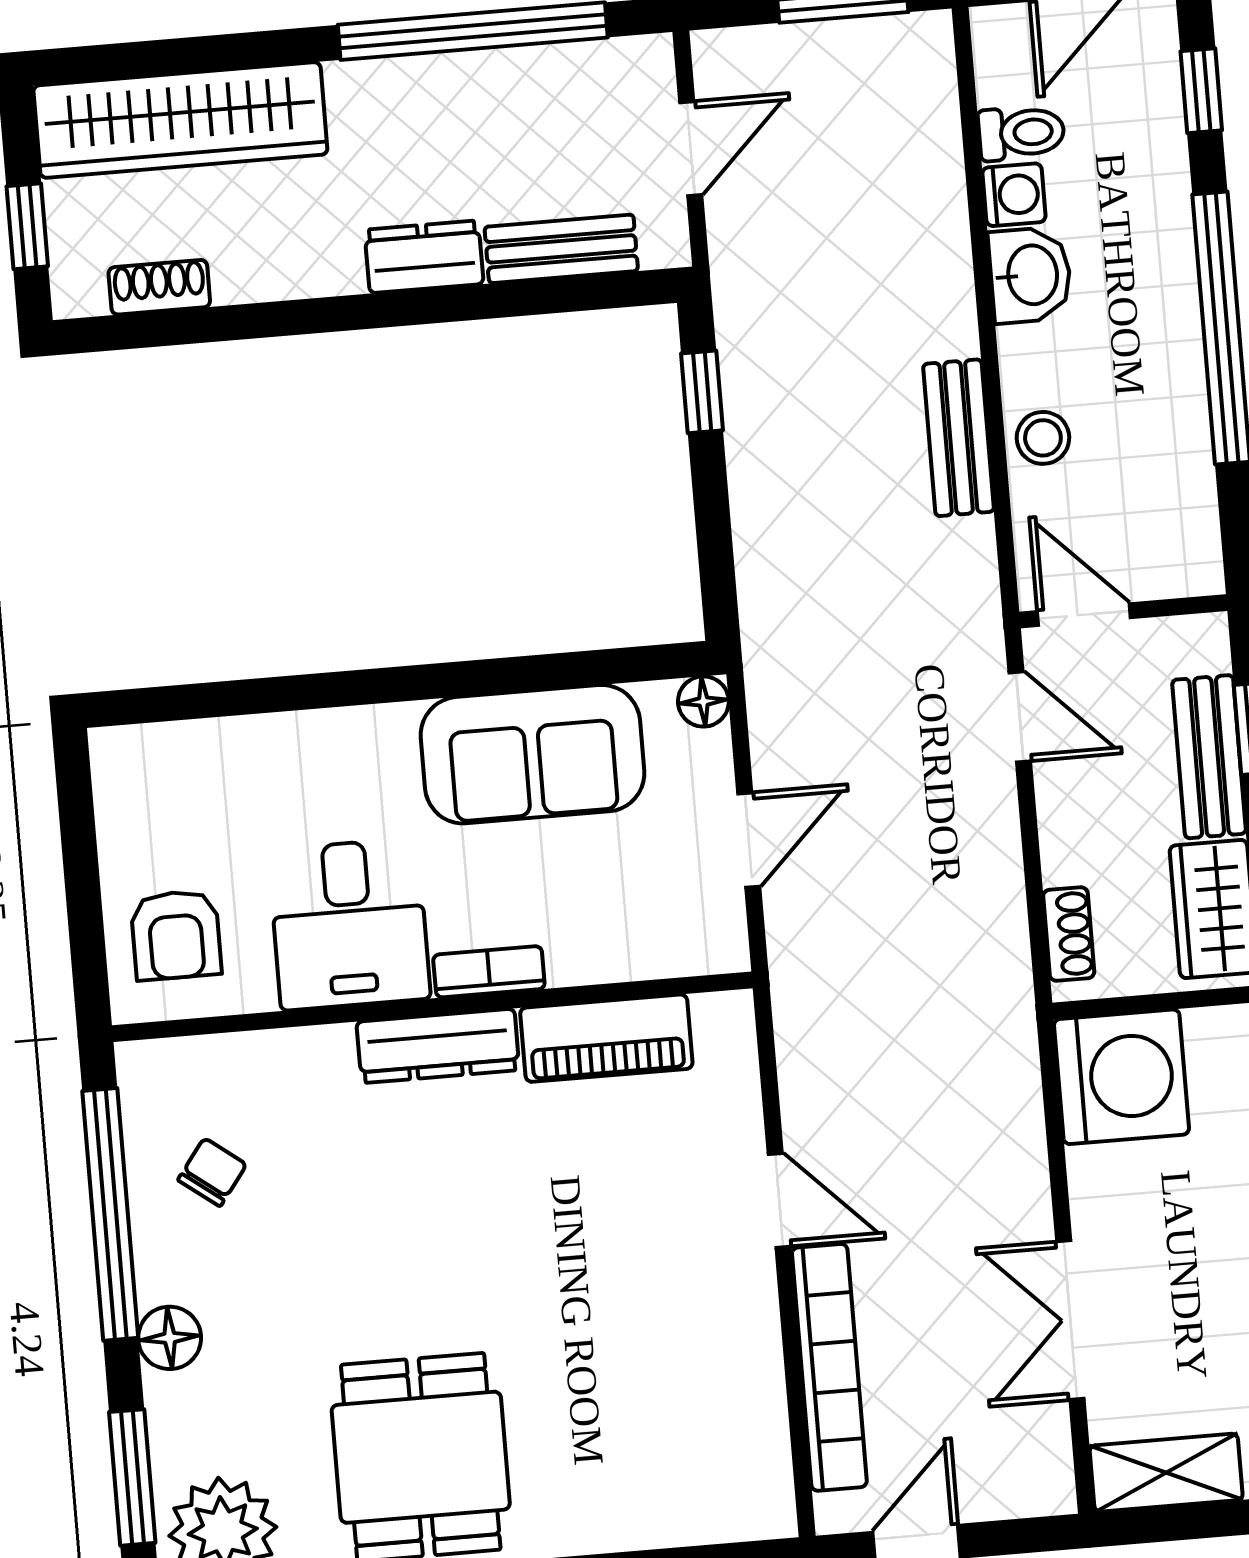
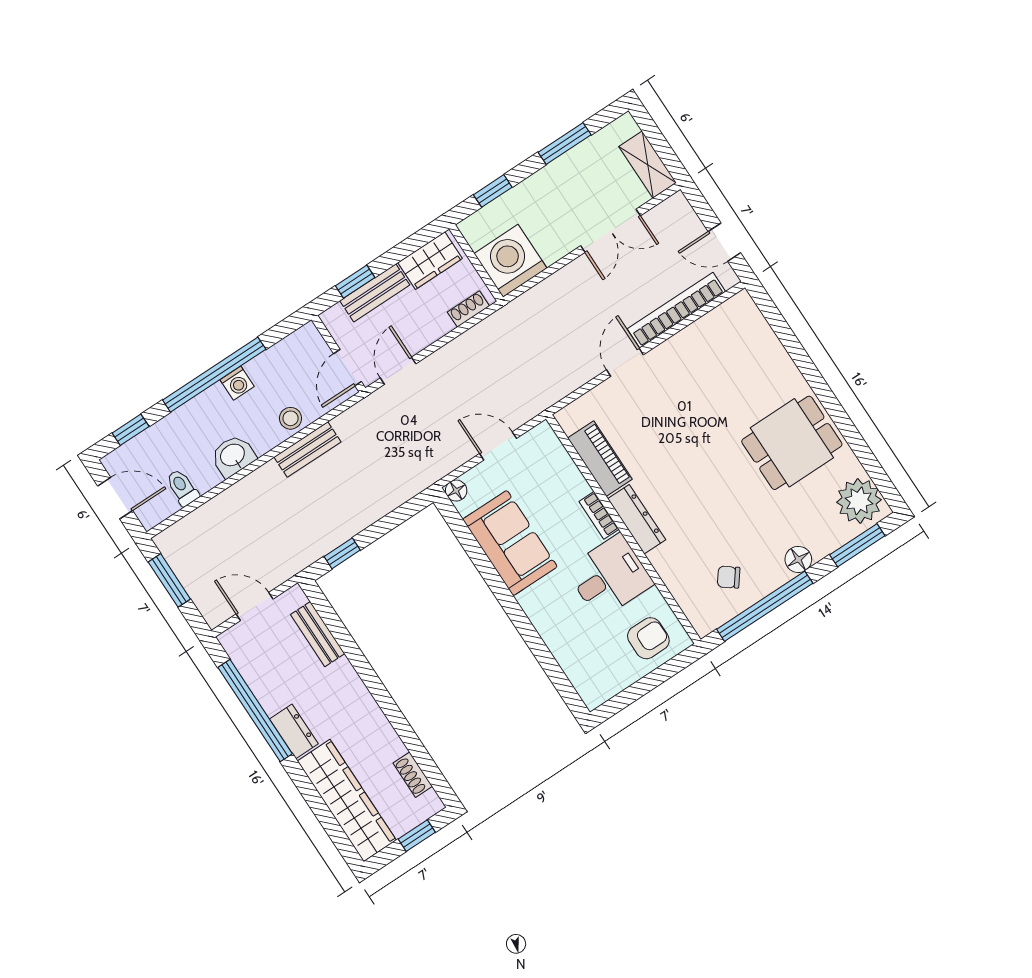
washing machine: (1014, 195) -> (237, 383), moved, turned 180
dresser: (424, 257) -> (294, 731), moved, turned 180

